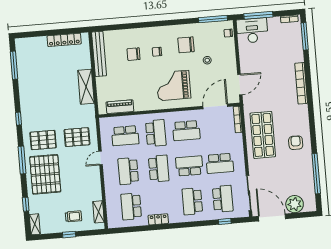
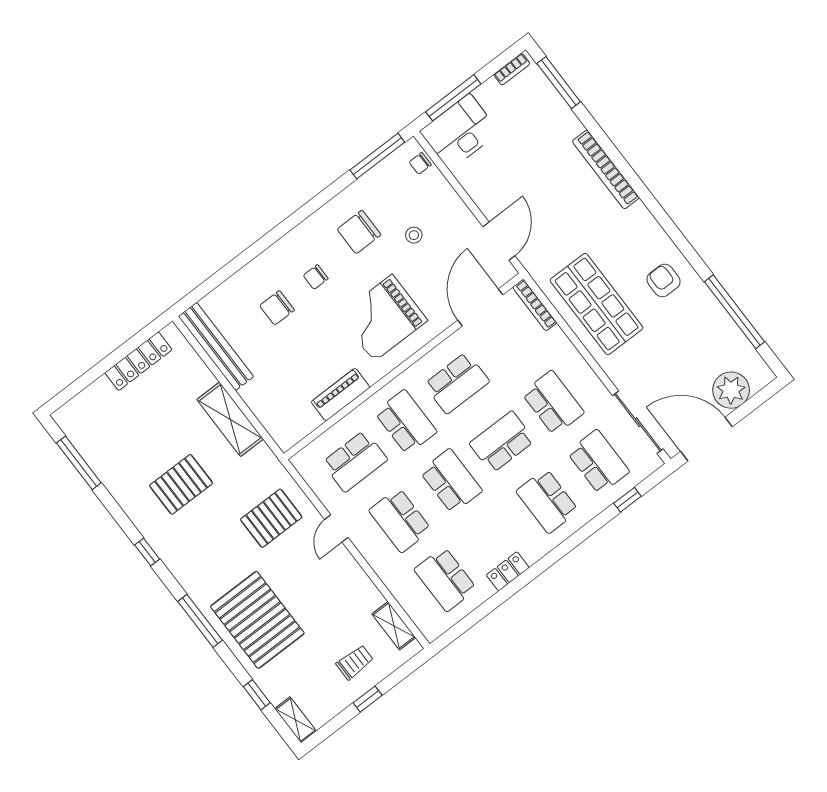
piano: (120, 107) -> (341, 395), moved
pallet: (43, 140) -> (181, 484), moved
school desk: (220, 163) -> (553, 403), turned -90

